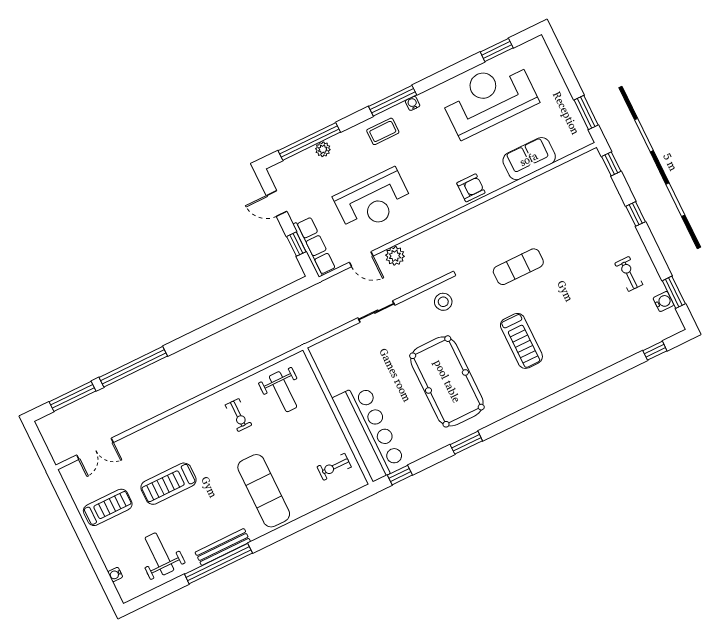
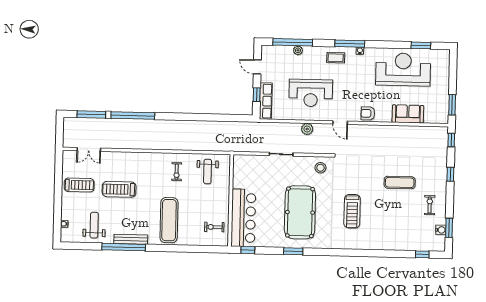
armchair: (471, 188) -> (368, 113), turned 180
door: (361, 259) -> (340, 123), moved
exercise mat: (518, 267) -> (400, 182), moved

